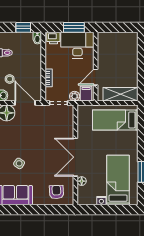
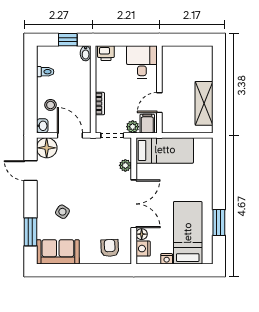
window: (74, 27) -> (132, 40), removed
desk: (77, 45) -> (142, 62), width x0.73
shelving: (121, 94) -> (204, 103), moved, turned 90
bed: (115, 120) -> (165, 150), moved, turned 180
plant: (69, 127) -> (125, 165), added
double door: (75, 157) -> (134, 204), swing flipped
nightstand: (83, 193) -> (143, 249), added

